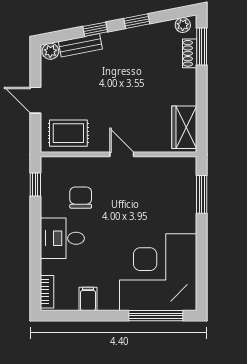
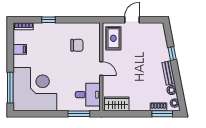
window: (137, 21) -> (177, 77), removed
bench: (80, 45) -> (168, 73), moved
plant: (50, 51) -> (172, 90), moved
door: (122, 154) -> (101, 68), hinge flipped
window: (35, 185) -> (48, 20), moved
desk: (62, 238) -> (88, 95), moved, turned 90

